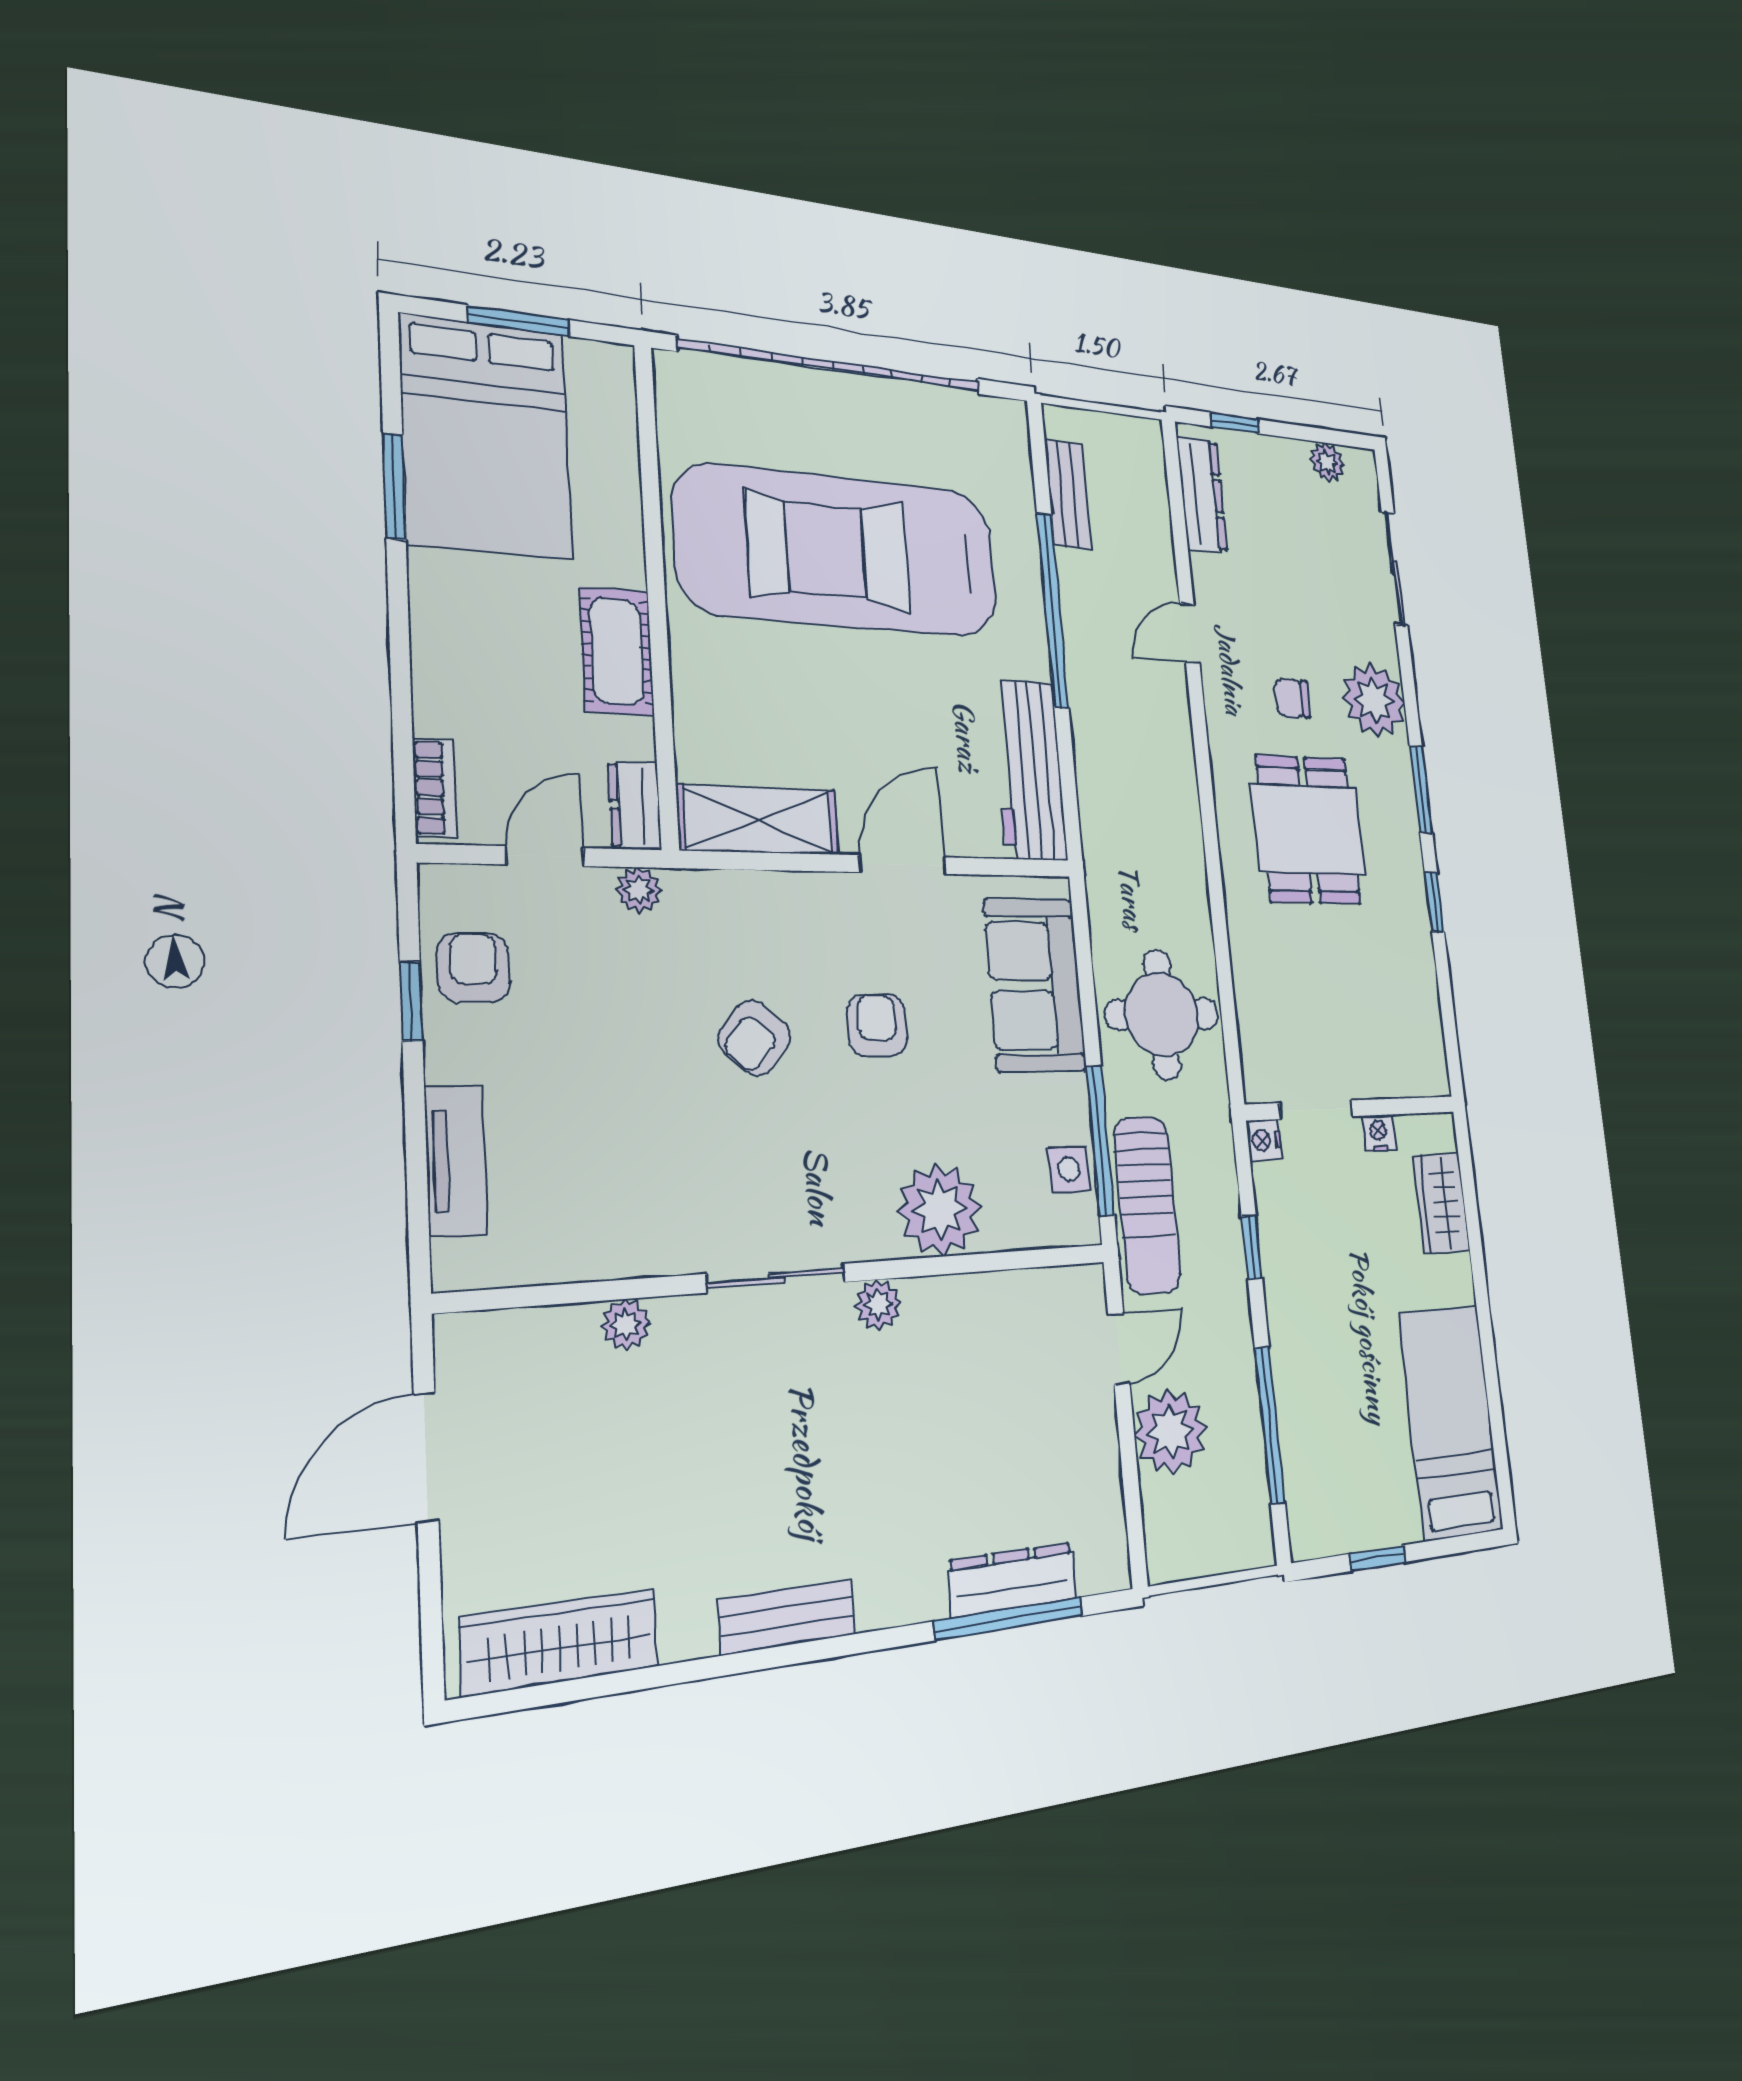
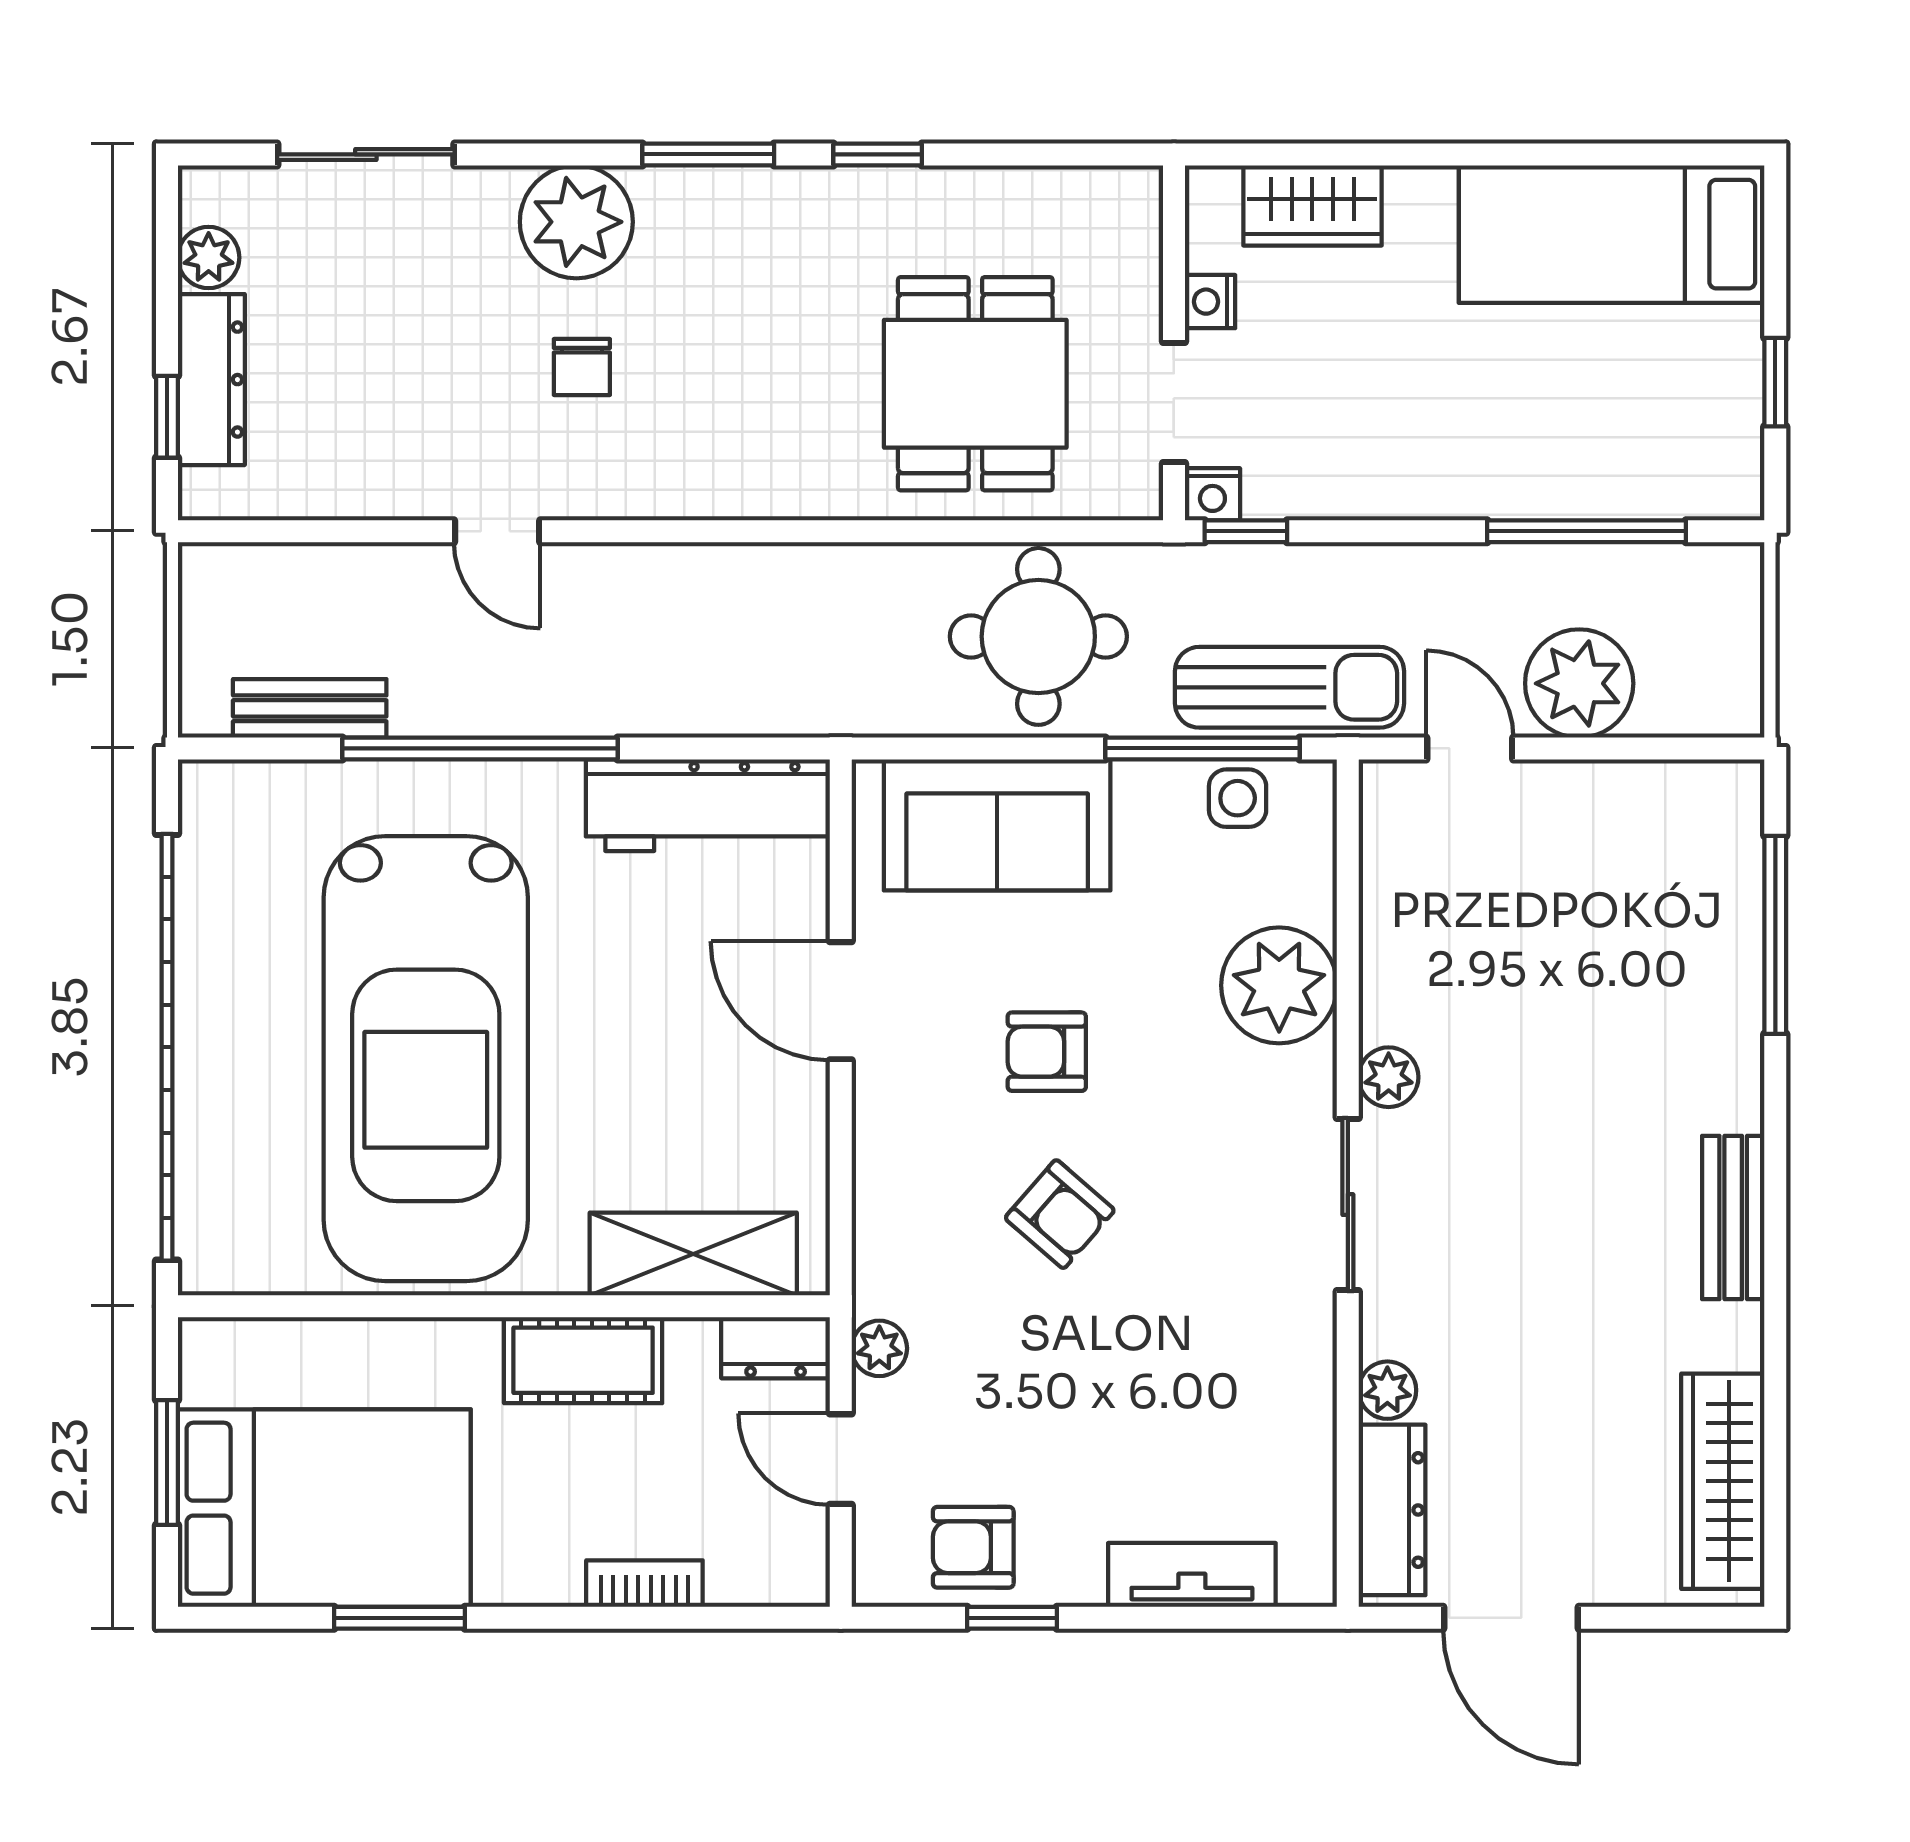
dresser: (1202, 494) -> (211, 380), moved, turned 90
bookcase: (435, 788) -> (644, 1584), moved
shelving: (758, 820) -> (693, 1254), moved, turned 90
dining table: (1308, 830) -> (975, 384), moved, turned 90
window: (1252, 1248) -> (1246, 531), moved
dresser: (1013, 1580) -> (1392, 1510), moved, turned 180

